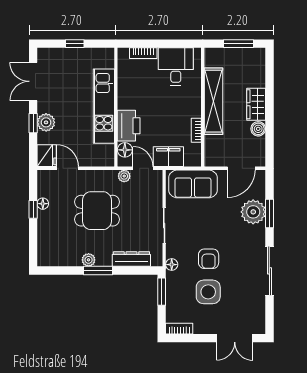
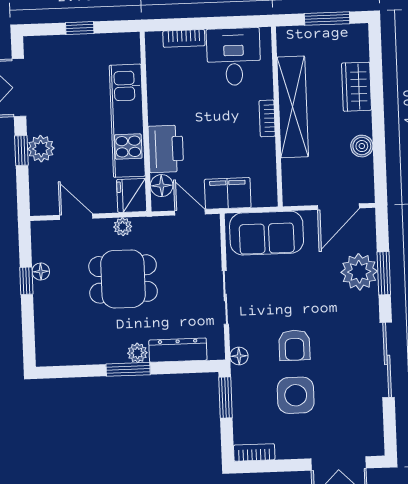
wardrobe: (256, 104) -> (356, 87), moved
bookcase: (196, 130) -> (267, 118), moved
fridge: (47, 156) -> (132, 195), moved, turned 180
plant: (124, 176) -> (123, 227), moved
plant: (89, 260) -> (137, 353), moved

